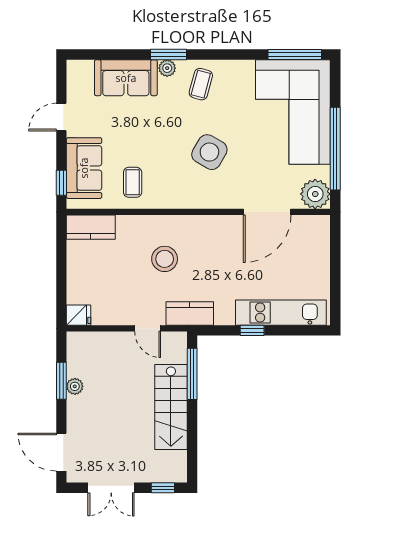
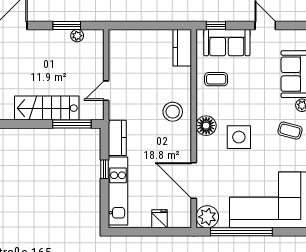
side table: (209, 152) -> (239, 137), turned -30
floor lamp: (194, 196) -> (206, 126), added
stool: (165, 259) -> (173, 112), moved
kitchen counter: (190, 313) -> (117, 138), moved
fridge: (79, 315) -> (159, 219), moved, turned 180
plant: (75, 386) -> (77, 36), moved

